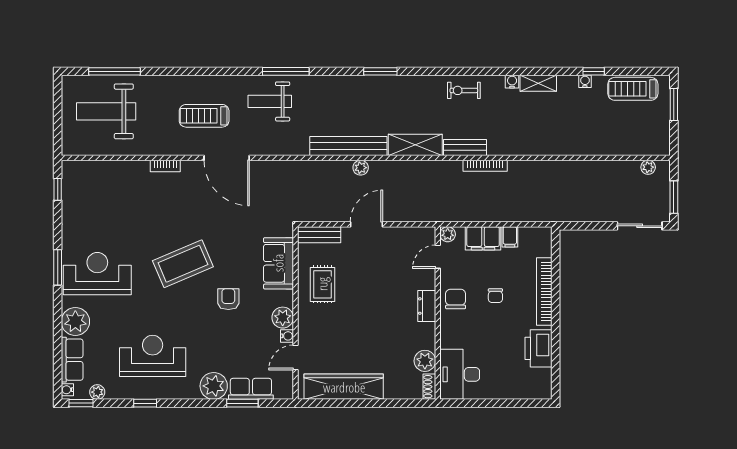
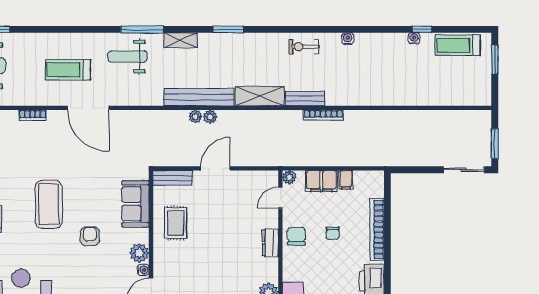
shelving: (538, 83) -> (181, 40), moved
plant: (648, 167) -> (195, 116), moved
coffee table: (183, 264) -> (49, 204), turned -67

